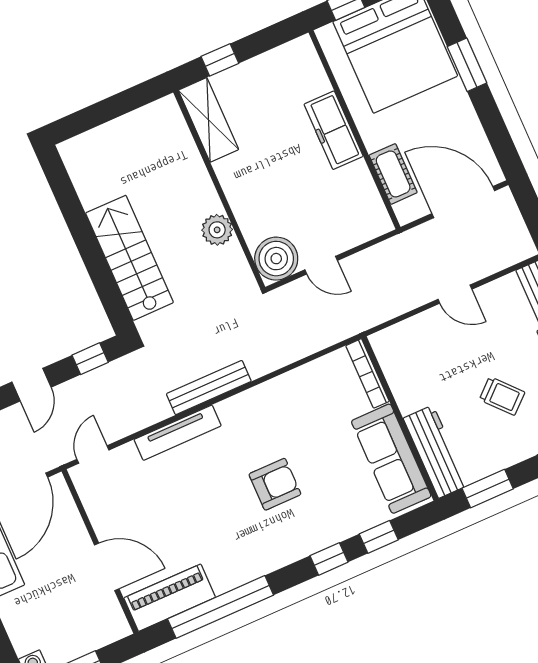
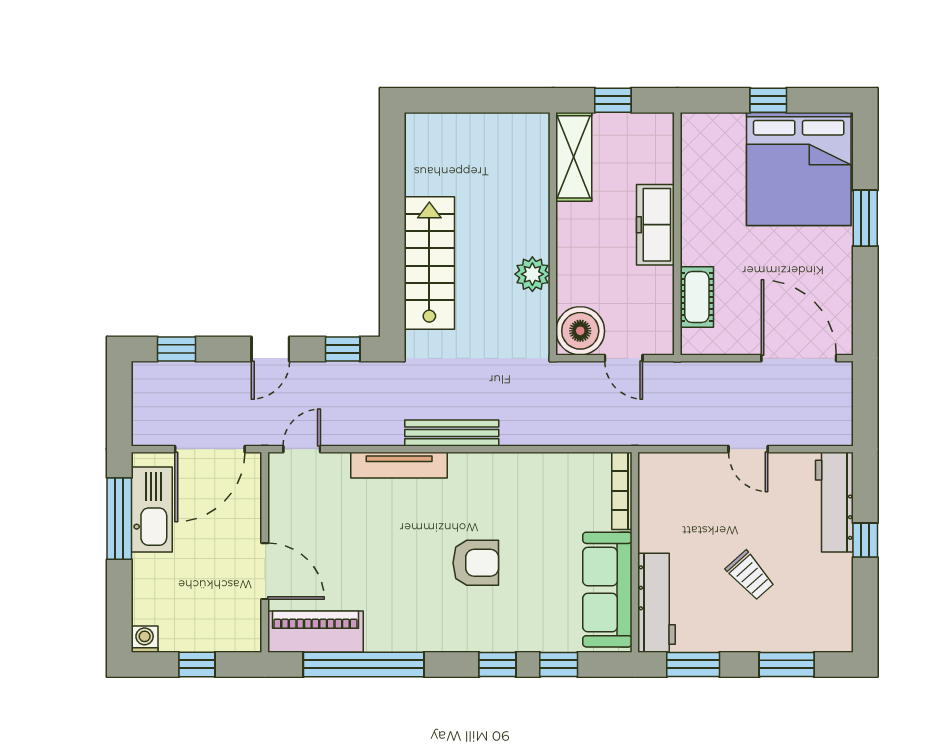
freezer: (334, 130) -> (655, 225), moved
wall: (354, 130) -> (677, 234), moved
cot: (393, 174) -> (697, 297), moved

